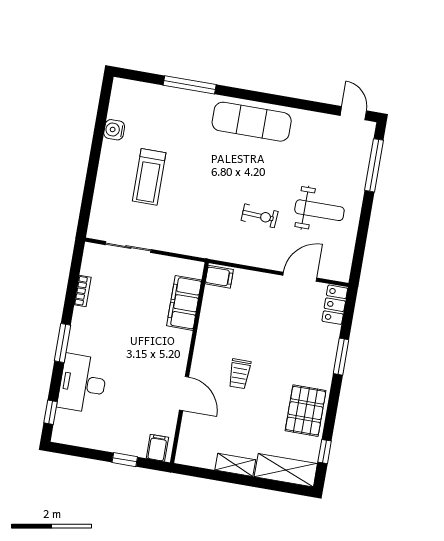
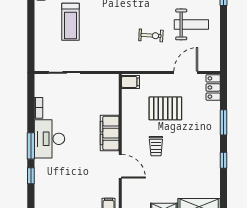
filing cabinet: (184, 303) -> (110, 133), moved
desk: (83, 383) -> (49, 139), moved
pallet: (306, 411) -> (165, 108), moved, turned 90
window: (50, 412) -> (31, 176), moved
window: (325, 452) -> (223, 160), moved

